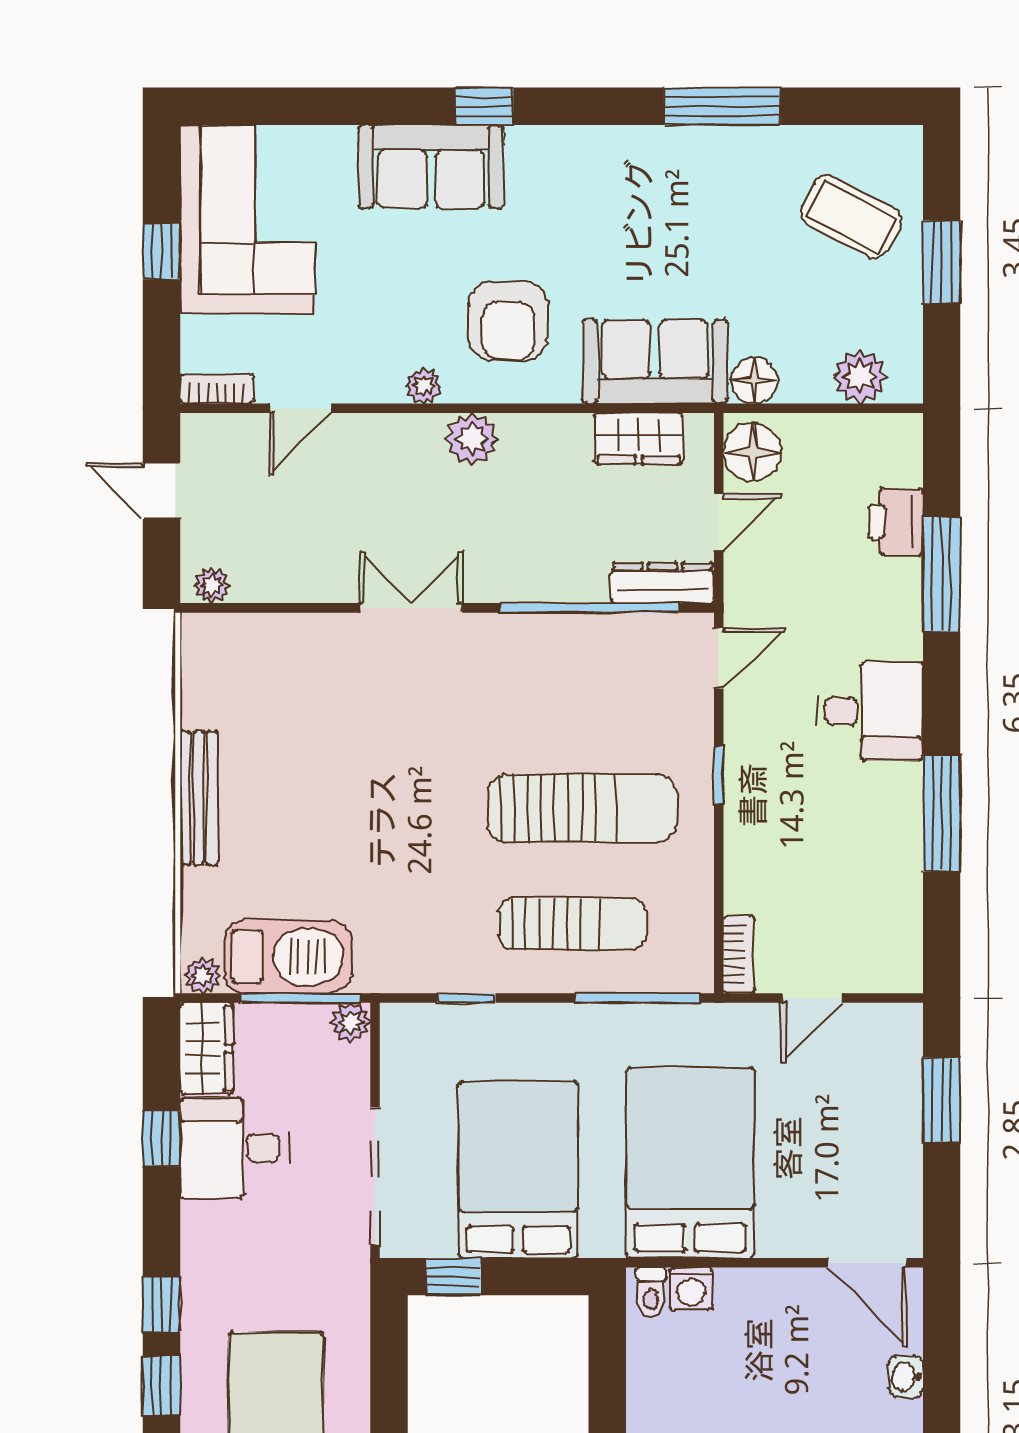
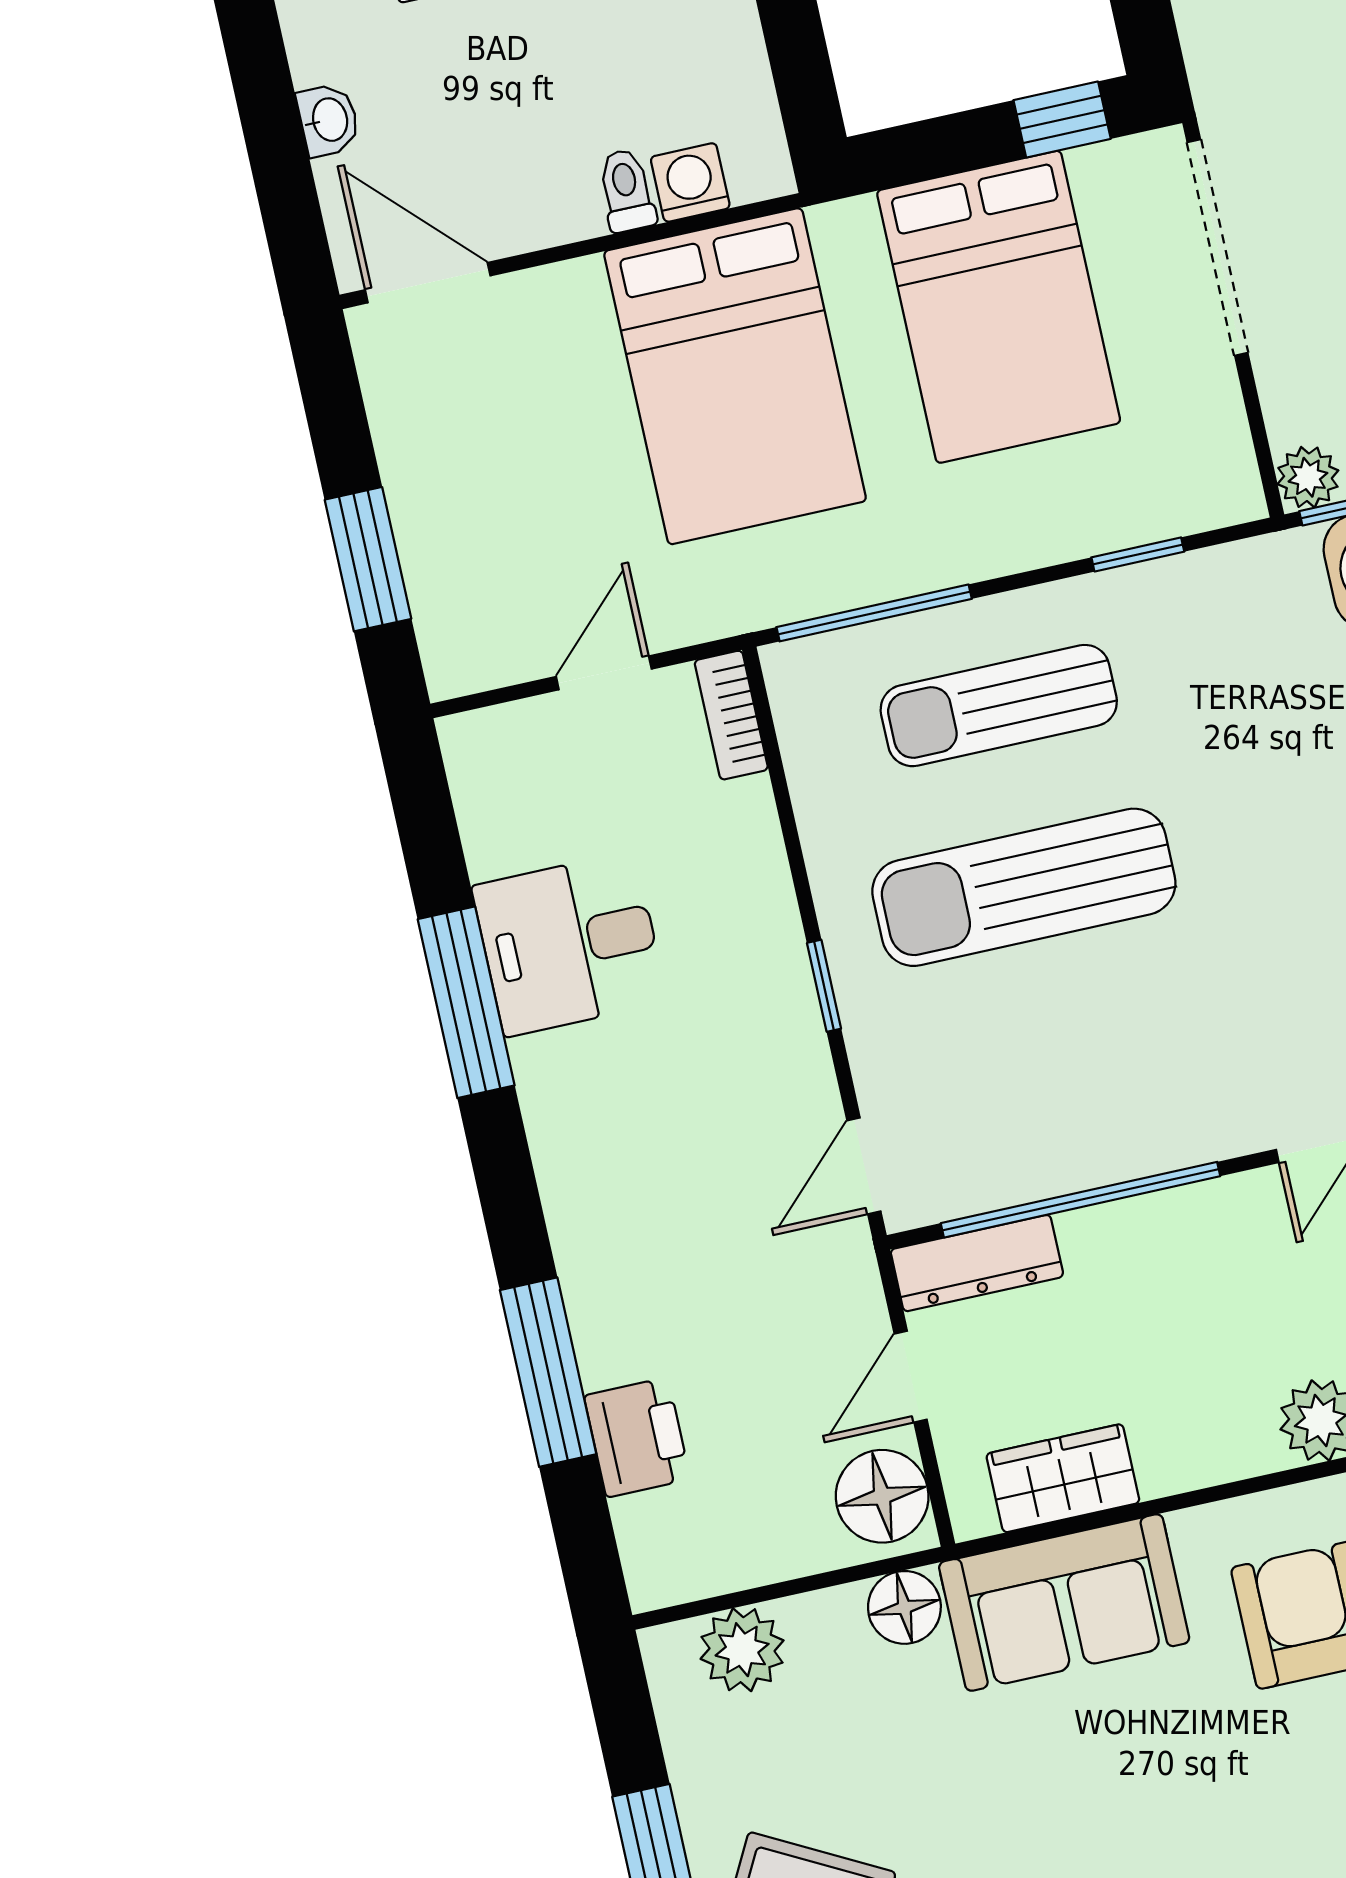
desk: (870, 711) -> (570, 944), moved
toilet: (651, 1292) -> (626, 190), moved

